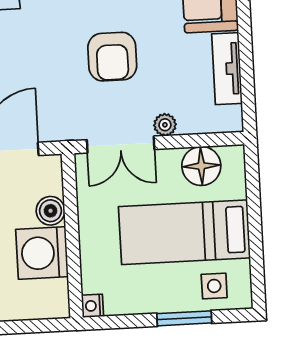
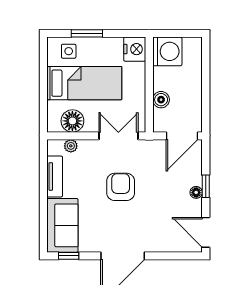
plant: (165, 125) -> (71, 146), moved
washing machine: (42, 253) -> (167, 51), moved
nightstand: (93, 306) -> (135, 49), width x1.89, depth x1.79

